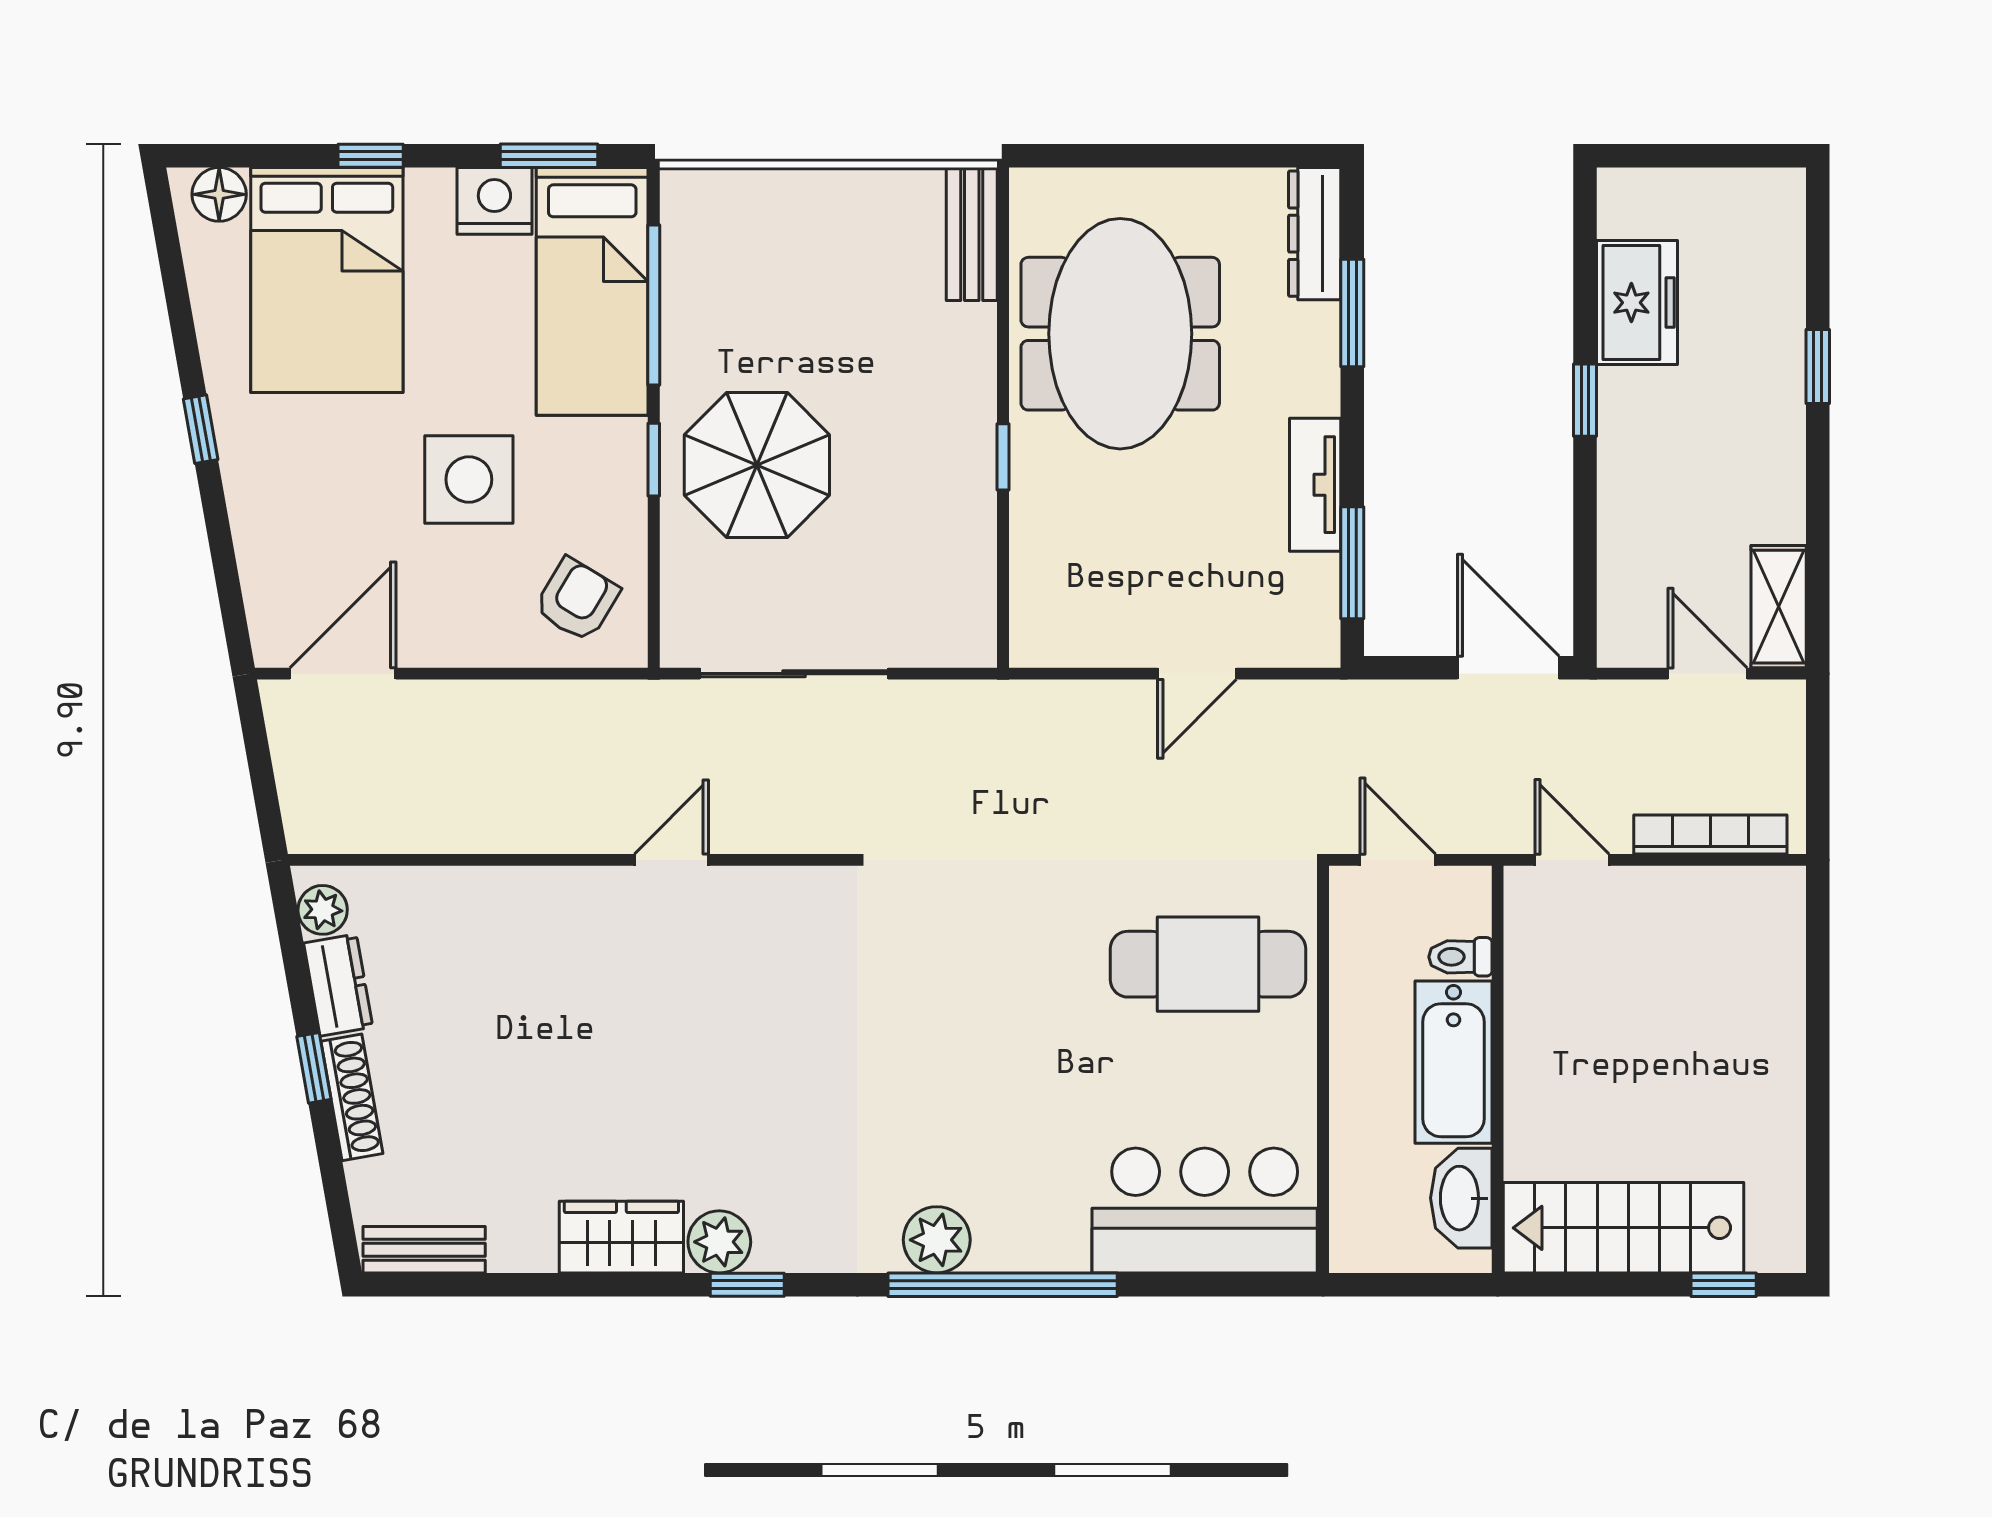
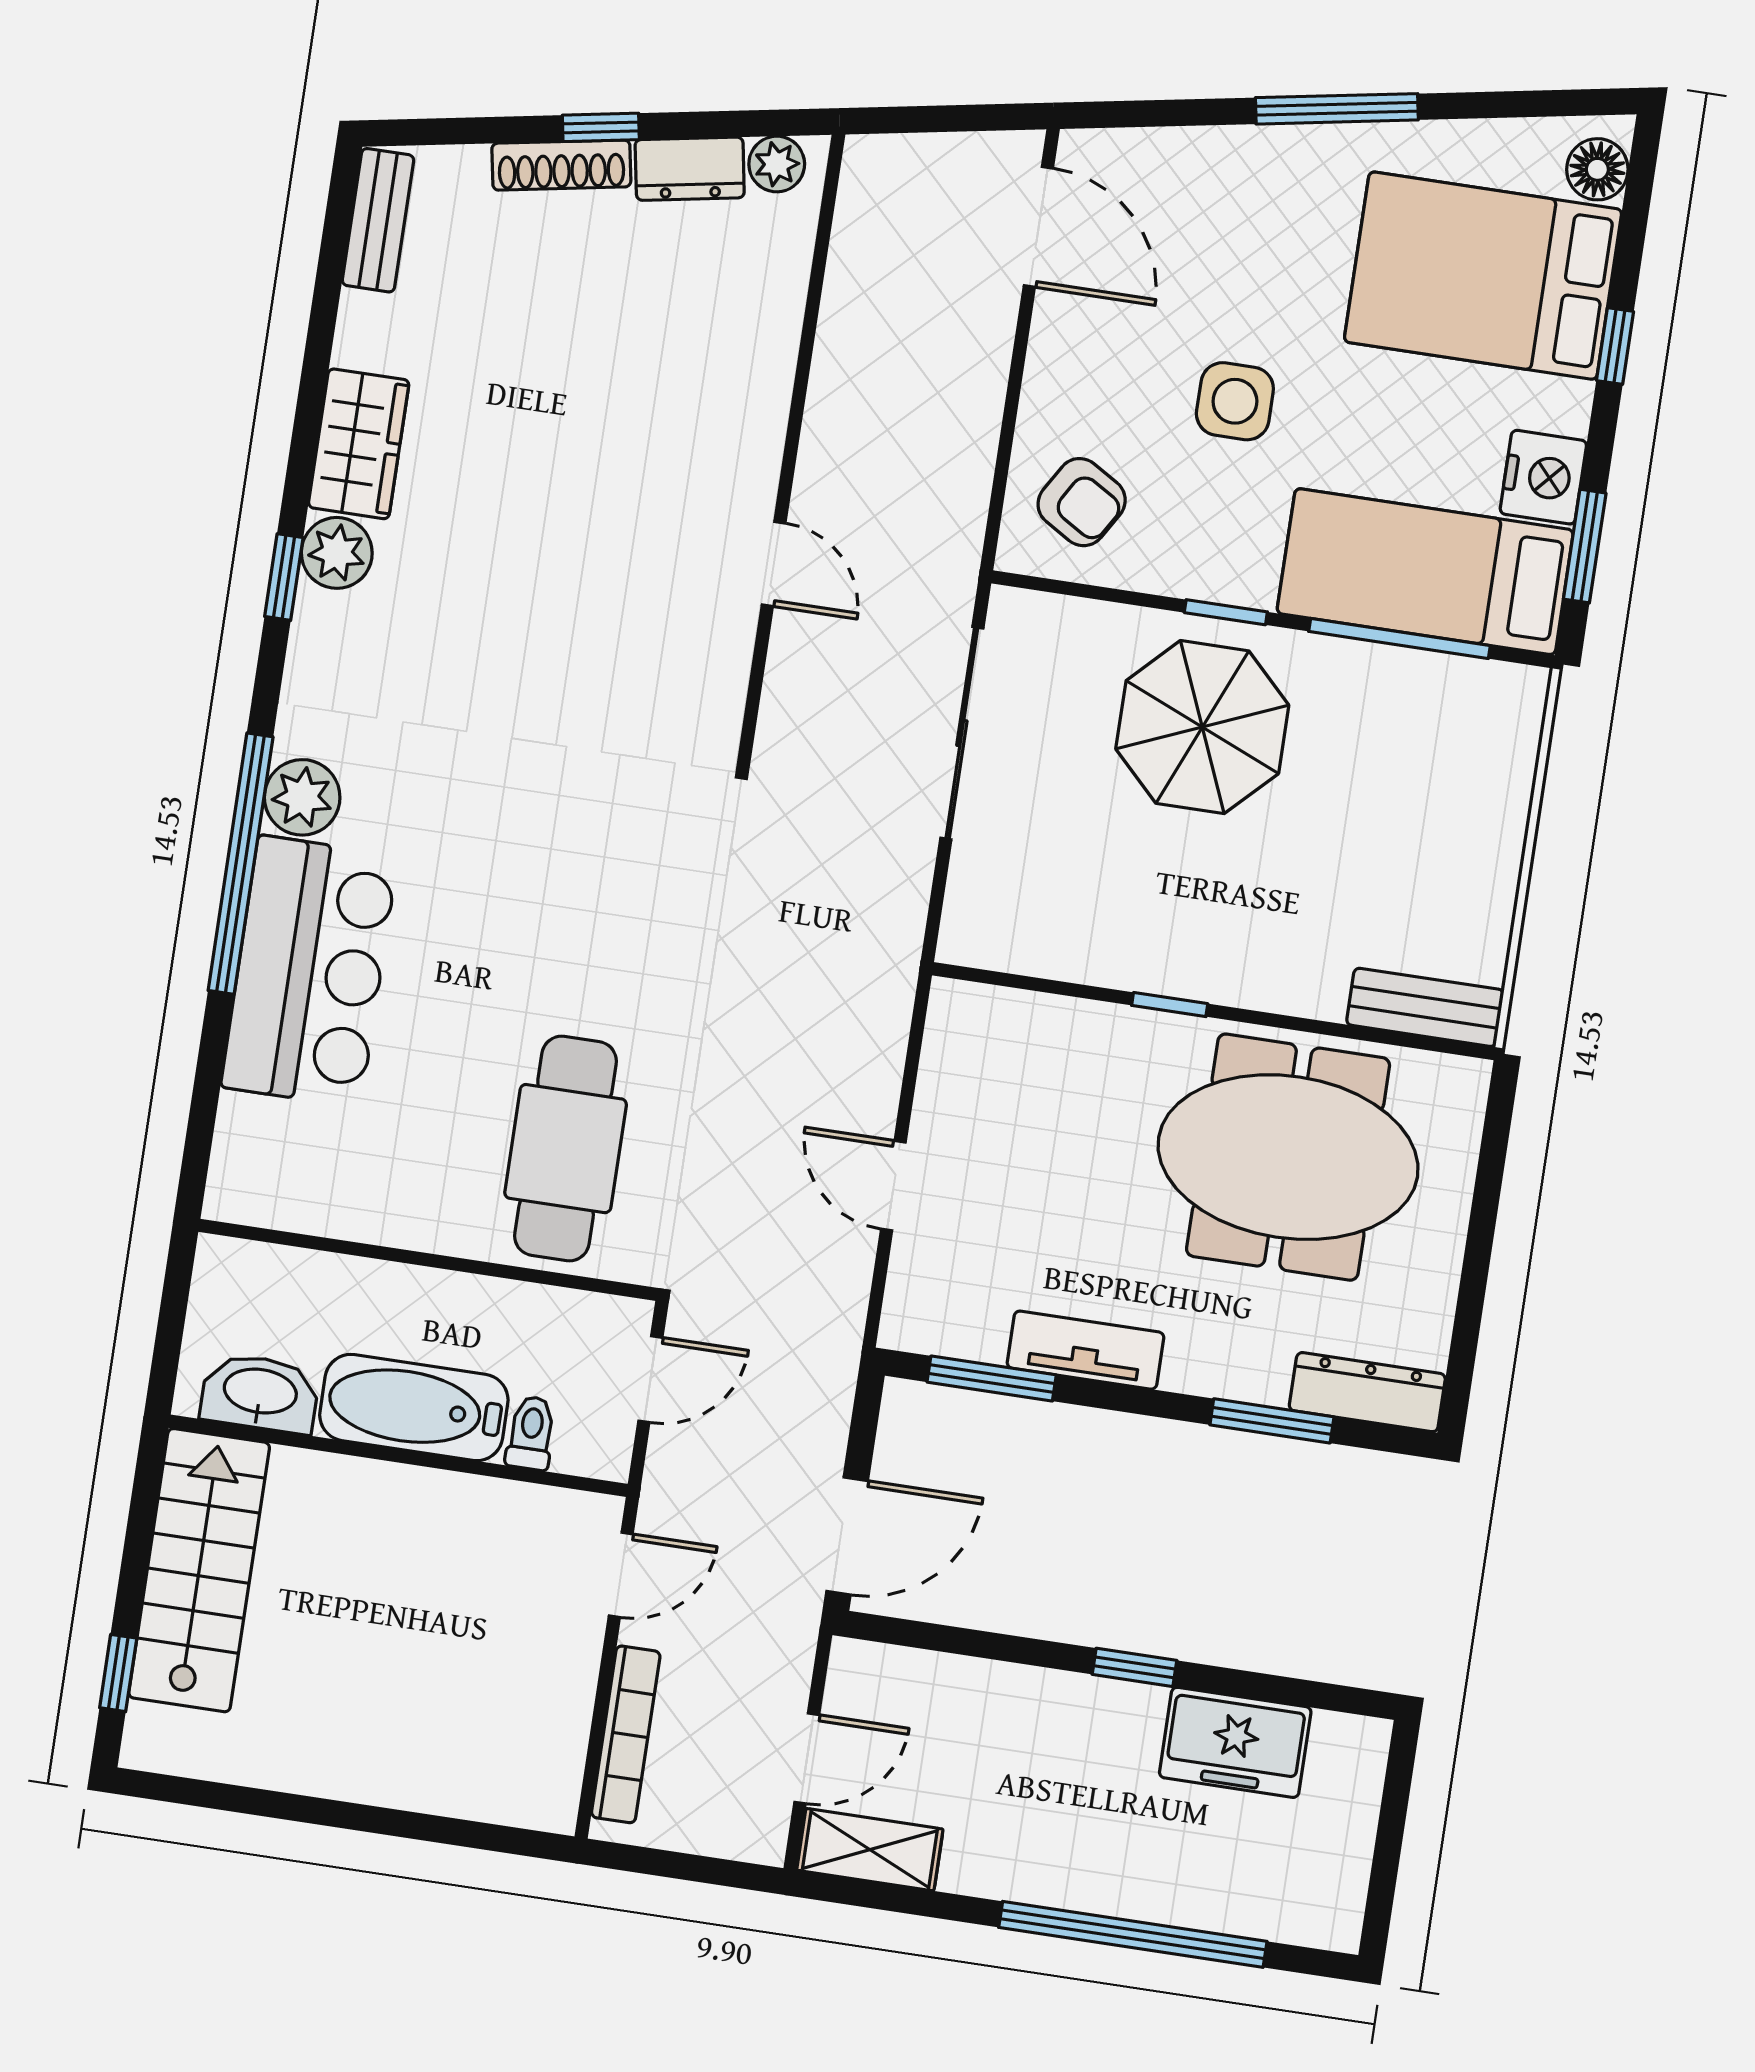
window: (1818, 367) -> (1133, 1934), width x3.17
window: (201, 429) -> (1337, 109), width x2.17
side table: (469, 480) -> (1235, 401), width x0.73, depth x0.73
bar counter: (1205, 1211) -> (309, 971), moved

